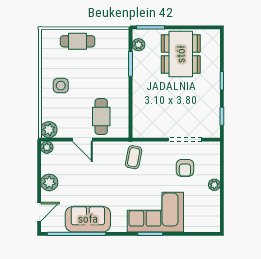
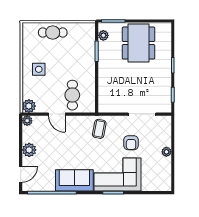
armchair: (185, 168) -> (131, 143), moved
sofa: (88, 219) -> (74, 180), moved

